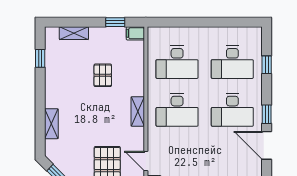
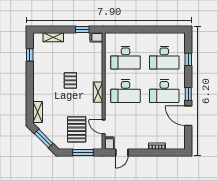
pallet: (103, 75) -> (70, 80), moved
shelving: (51, 124) -> (38, 112), moved

